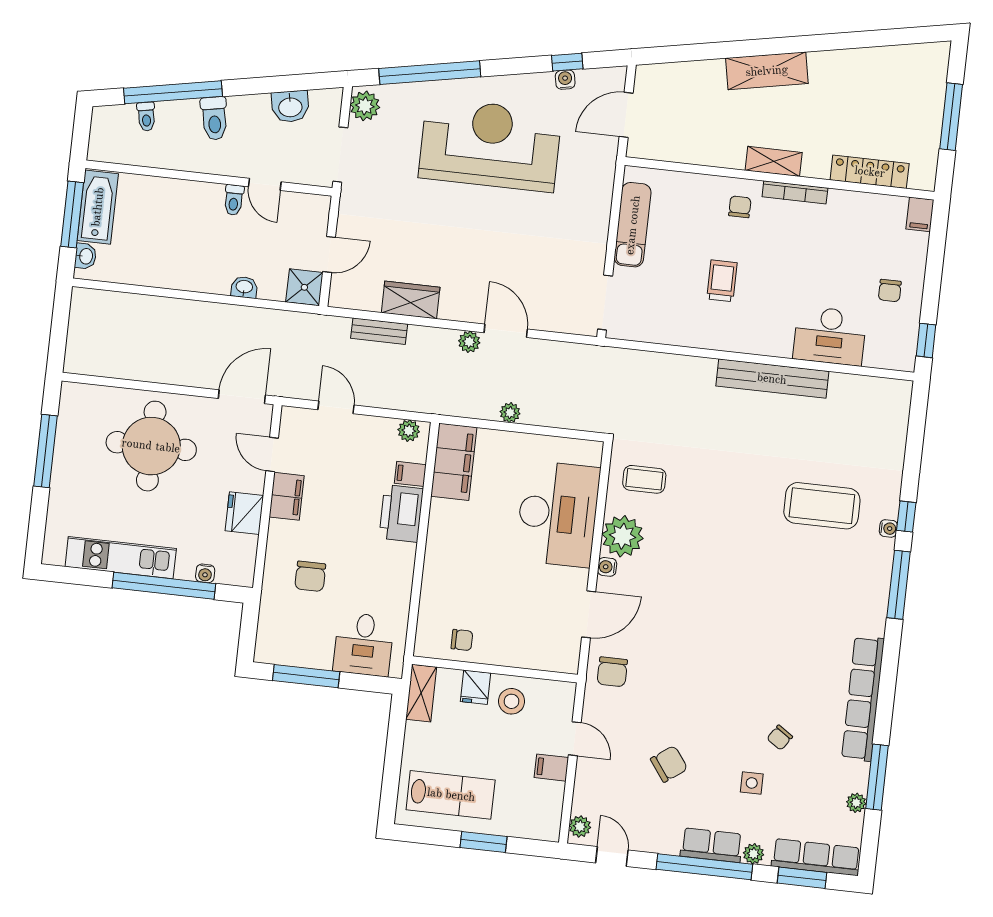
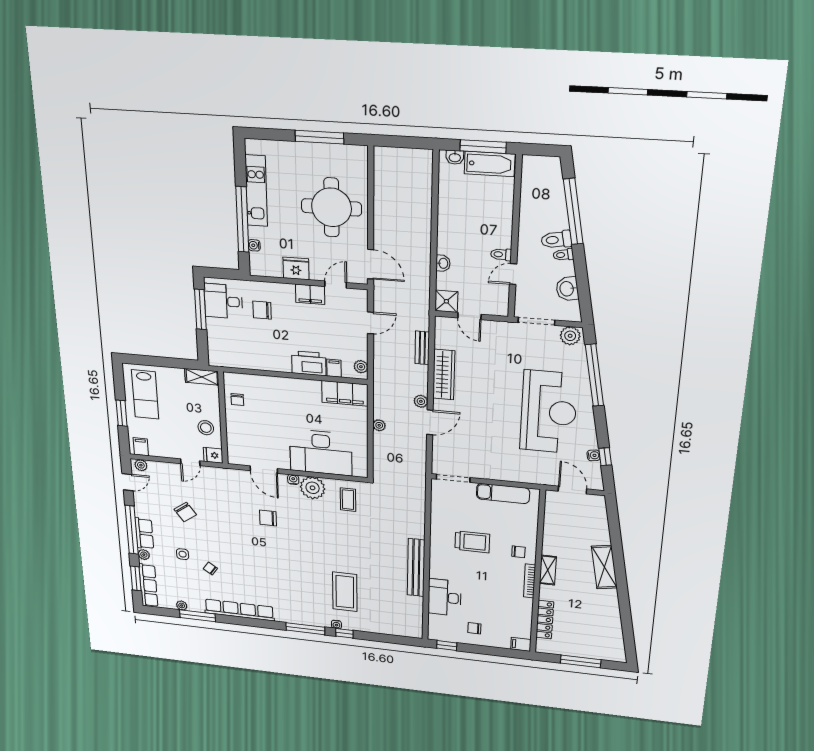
toilet: (146, 117) -> (563, 255), moved
trolley: (722, 281) -> (472, 542), width x1.36, depth x1.39
wardrobe: (411, 300) -> (444, 375), width x1.50
desk: (364, 644) -> (223, 301), moved
chair: (612, 672) -> (268, 518), moved
fridge: (476, 687) -> (213, 455), moved
filing cabinet: (551, 768) -> (141, 447), moved

